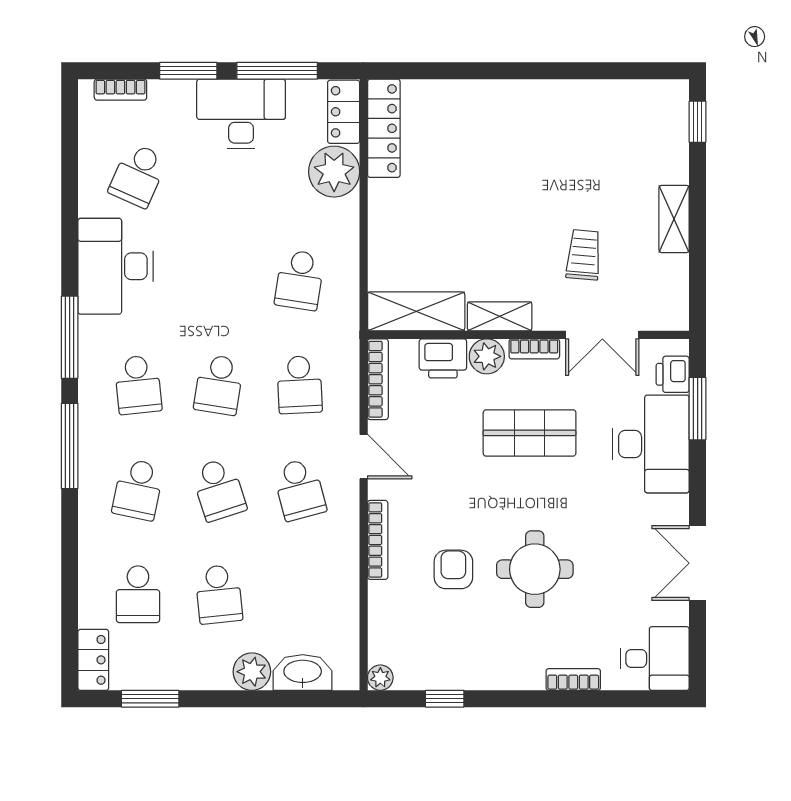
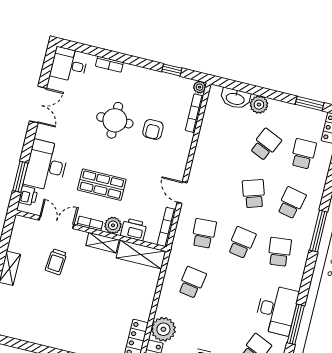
window: (70, 337) -> (296, 324), moved
school desk: (299, 489) -> (216, 184), removed
bookcase: (378, 540) -> (194, 113), moved
school desk: (219, 594) -> (266, 145), turned 30

